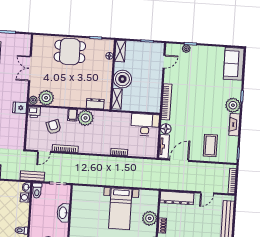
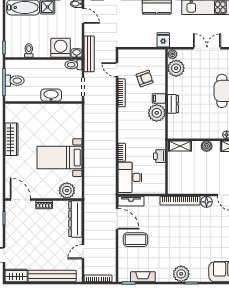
boiler: (122, 79) -> (207, 146), width x0.54, depth x0.54
dresser: (95, 104) -> (173, 104), moved
printer: (34, 112) -> (159, 156), moved
desk: (145, 125) -> (130, 177), moved, turned 180
fireplace: (234, 125) -> (143, 277), moved
floor lamp: (166, 129) -> (206, 202), moved
coffee table: (210, 145) -> (136, 240), moved
bench: (32, 176) -> (89, 54), width x1.36
door: (207, 193) -> (83, 252), hinge flipped
washing machine: (25, 197) -> (61, 48), width x1.89, depth x1.89
plant: (150, 218) -> (67, 190), moved

